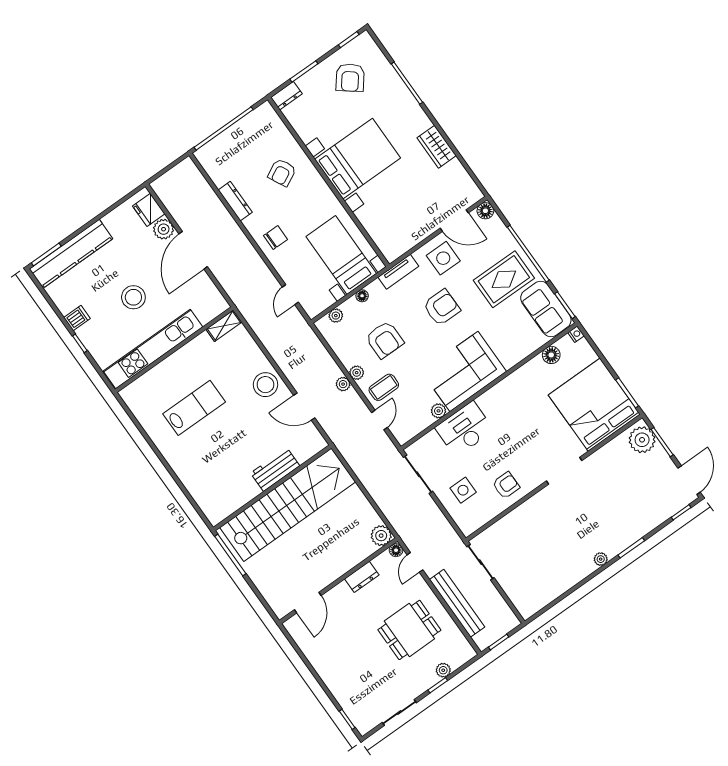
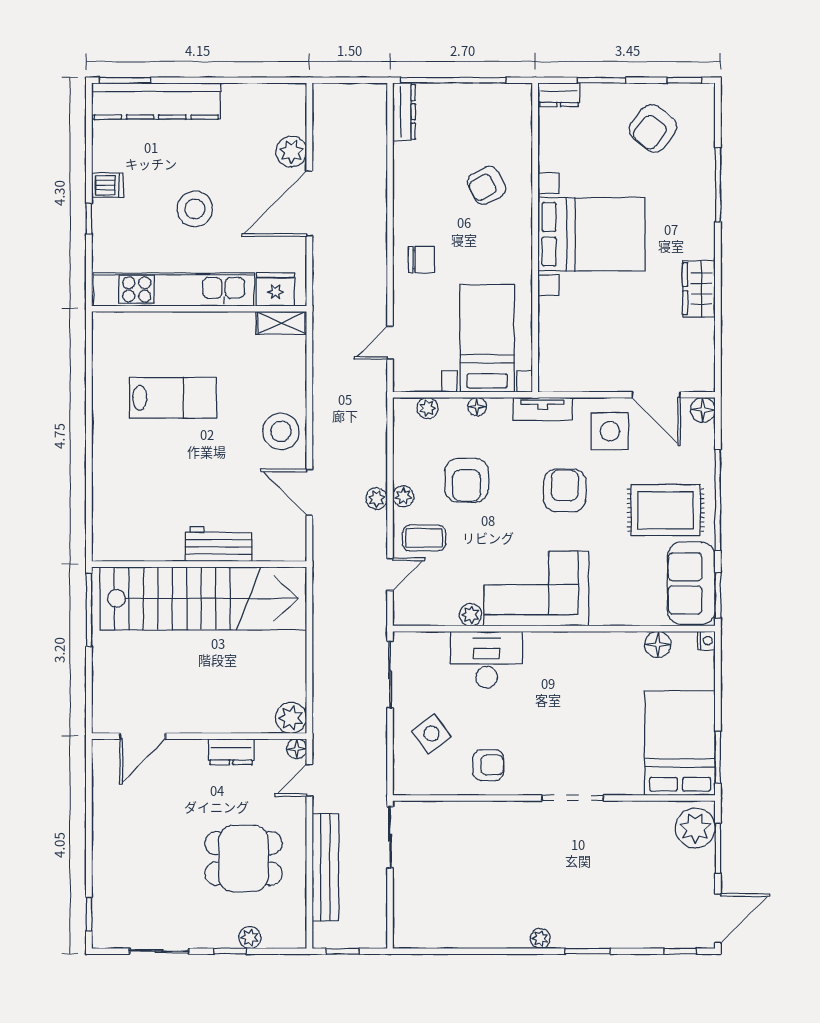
dresser: (235, 201) -> (404, 112), moved
fridge: (149, 210) -> (275, 289), moved, turned 90
armchair: (442, 307) -> (565, 490), turned -89
bed: (594, 405) -> (680, 743), width x0.73
side table: (463, 490) -> (431, 734), turned -36

